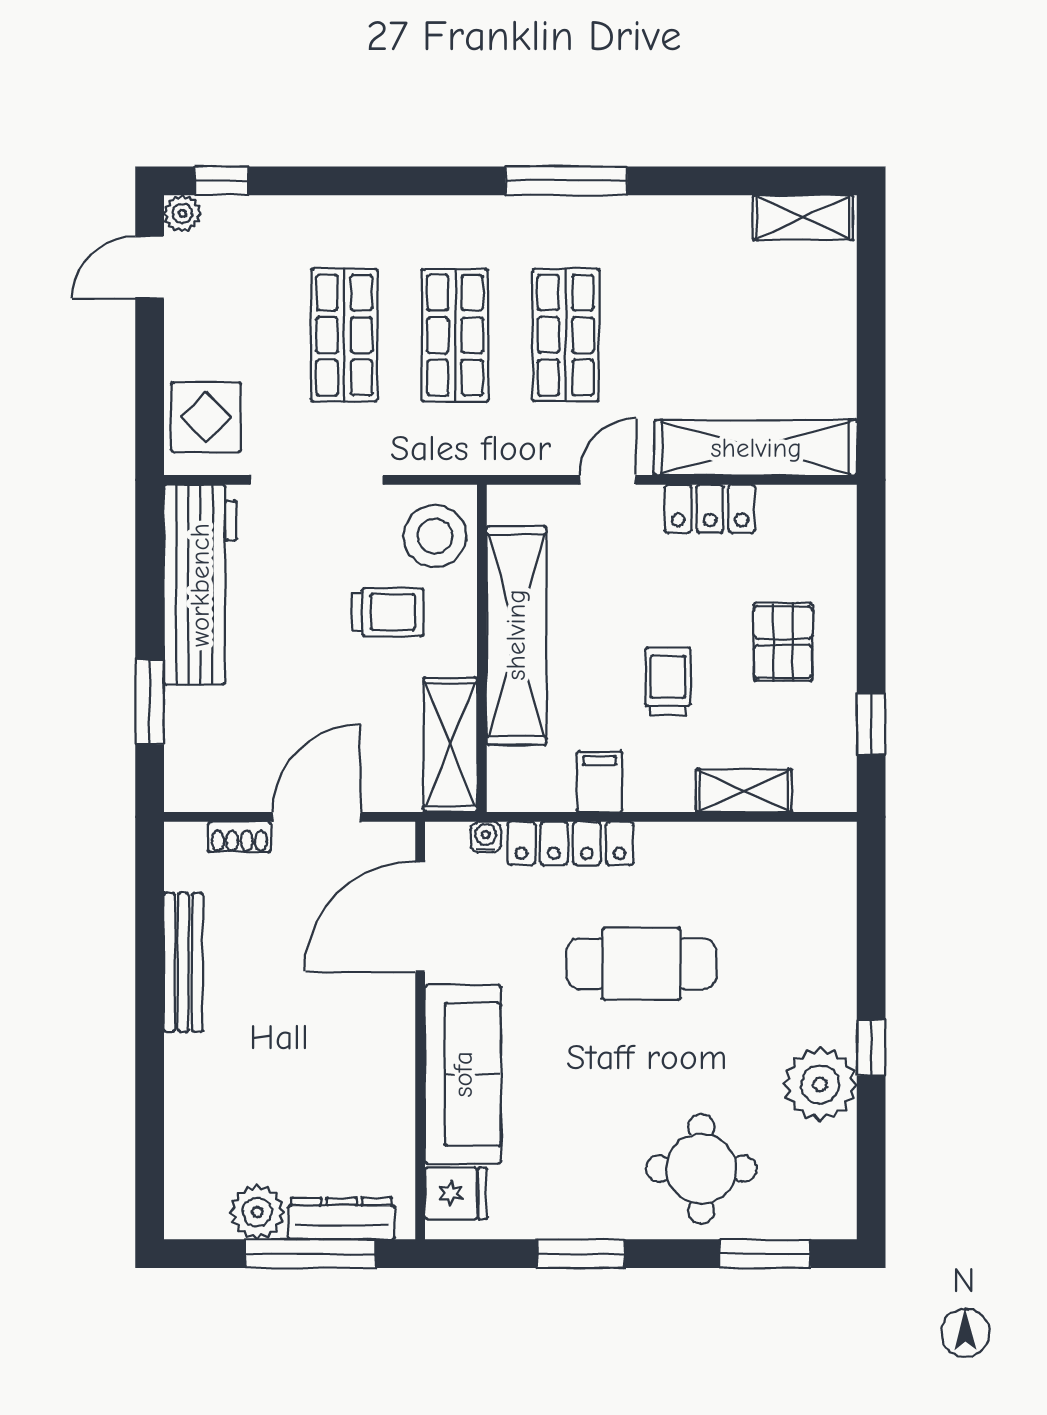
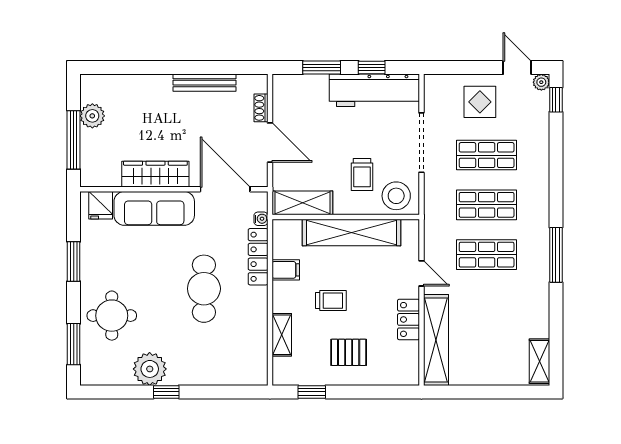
display table: (206, 417) -> (480, 102), moved
window: (150, 591) -> (372, 68), added
wardrobe: (387, 1072) -> (155, 174), added
dresser: (342, 1219) -> (89, 154), removed

